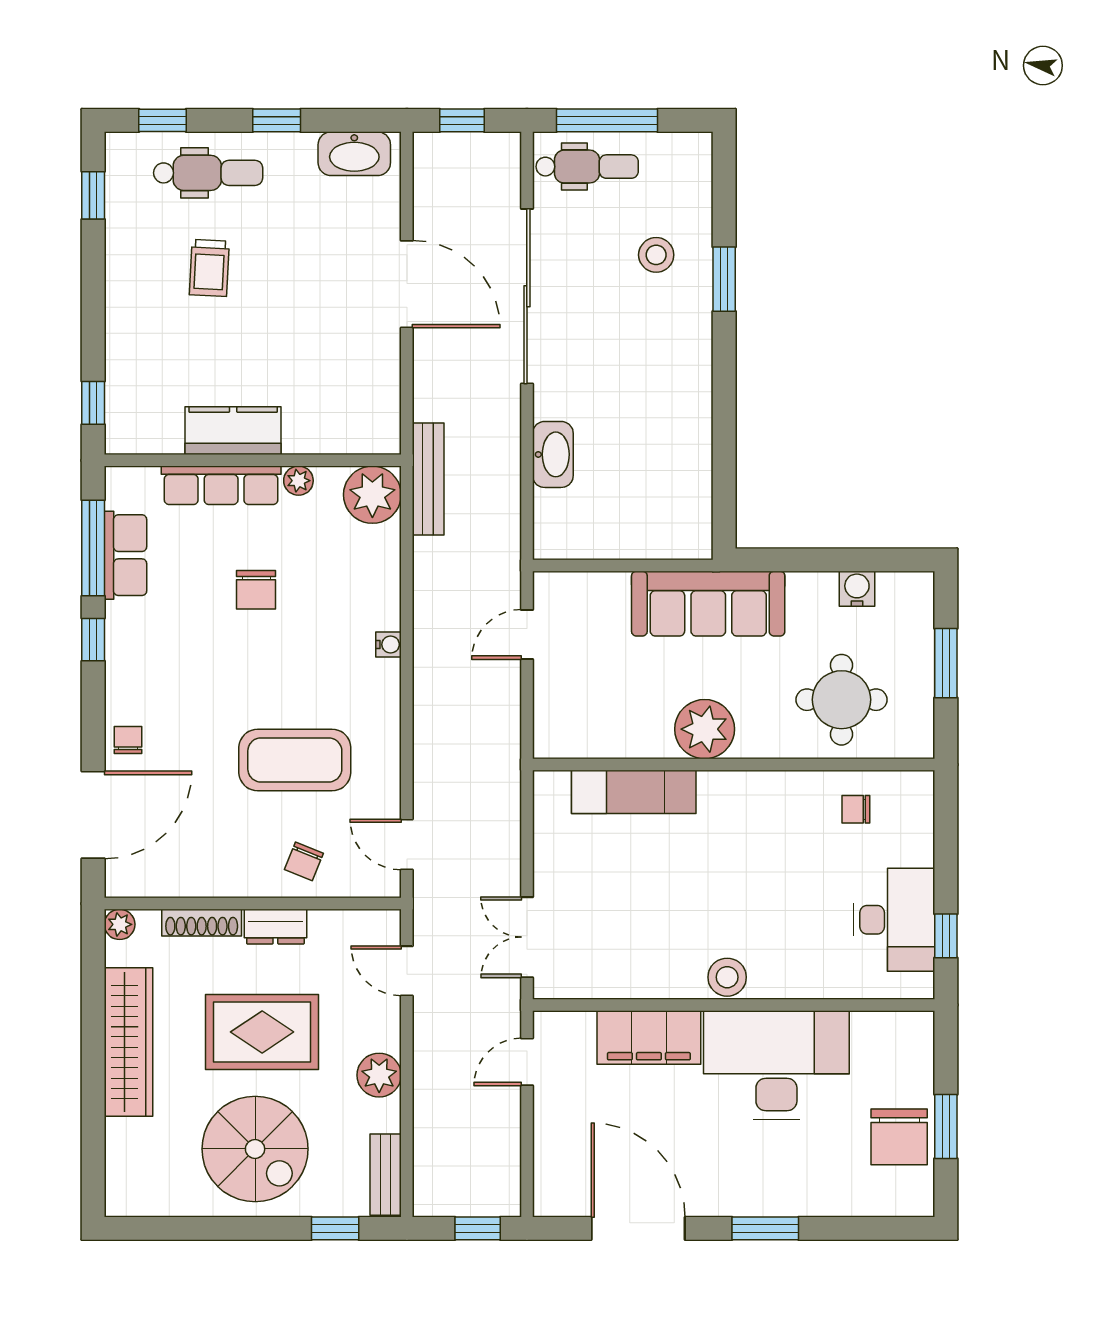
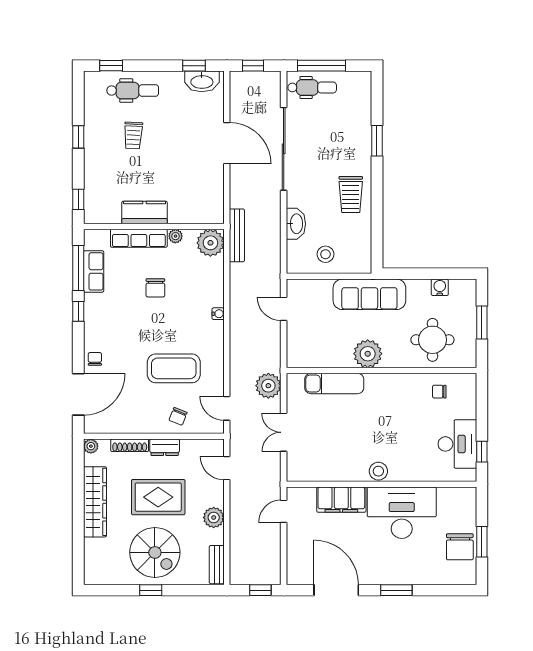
window: (277, 120) -> (194, 66), moved
window: (93, 195) -> (78, 137), moved
stool: (656, 255) -> (325, 254), moved
trolley: (669, 393) -> (351, 195), added
door: (527, 634) -> (284, 309), hinge flipped
plant: (495, 797) -> (268, 386), added
double door: (527, 937) -> (284, 432), moved
window: (335, 1228) -> (151, 590), moved

